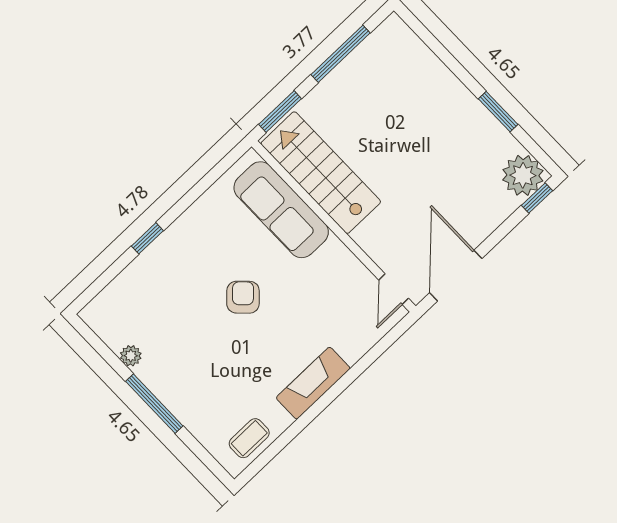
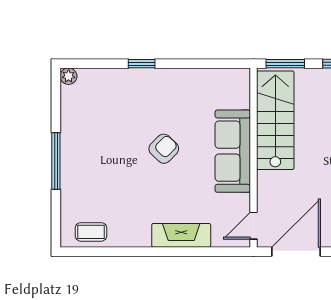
sofa: (281, 210) -> (233, 151), moved
plant: (131, 356) -> (69, 76), moved
fireplace: (313, 383) -> (181, 235), moved

